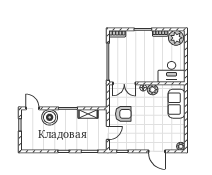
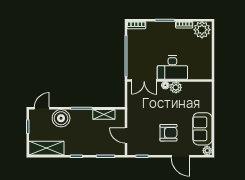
desk: (172, 72) -> (172, 68), moved
sofa: (176, 104) -> (202, 129), moved
door: (32, 108) -> (42, 108), hinge flipped
armchair: (123, 114) -> (168, 133), moved
door: (108, 133) -> (126, 136), swing flipped
shelving: (37, 144) -> (46, 148), added

